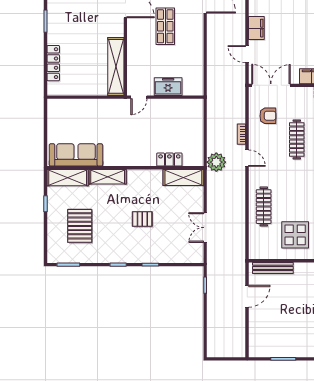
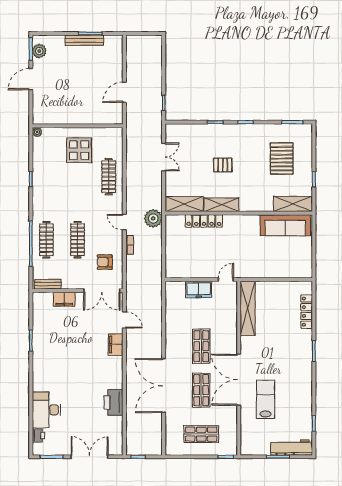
locker: (169, 160) -> (204, 221), width x1.53
shelving: (108, 177) -> (221, 205), moved
bench: (273, 268) -> (84, 40), moved

